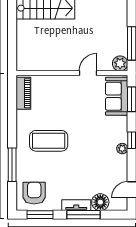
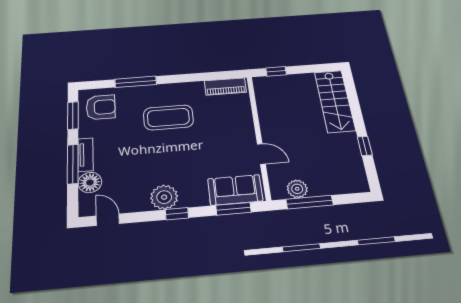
window: (12, 50) -> (276, 71), added
plant: (120, 63) -> (297, 189), moved
coffee table: (49, 141) -> (168, 117), turned 90
plant: (122, 149) -> (164, 197), width x1.87, depth x1.87

